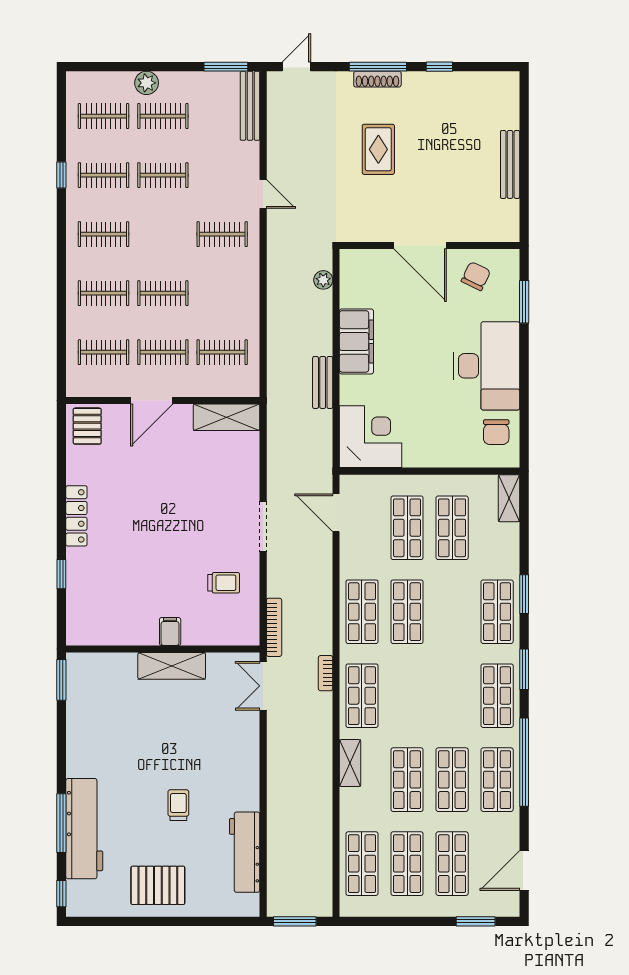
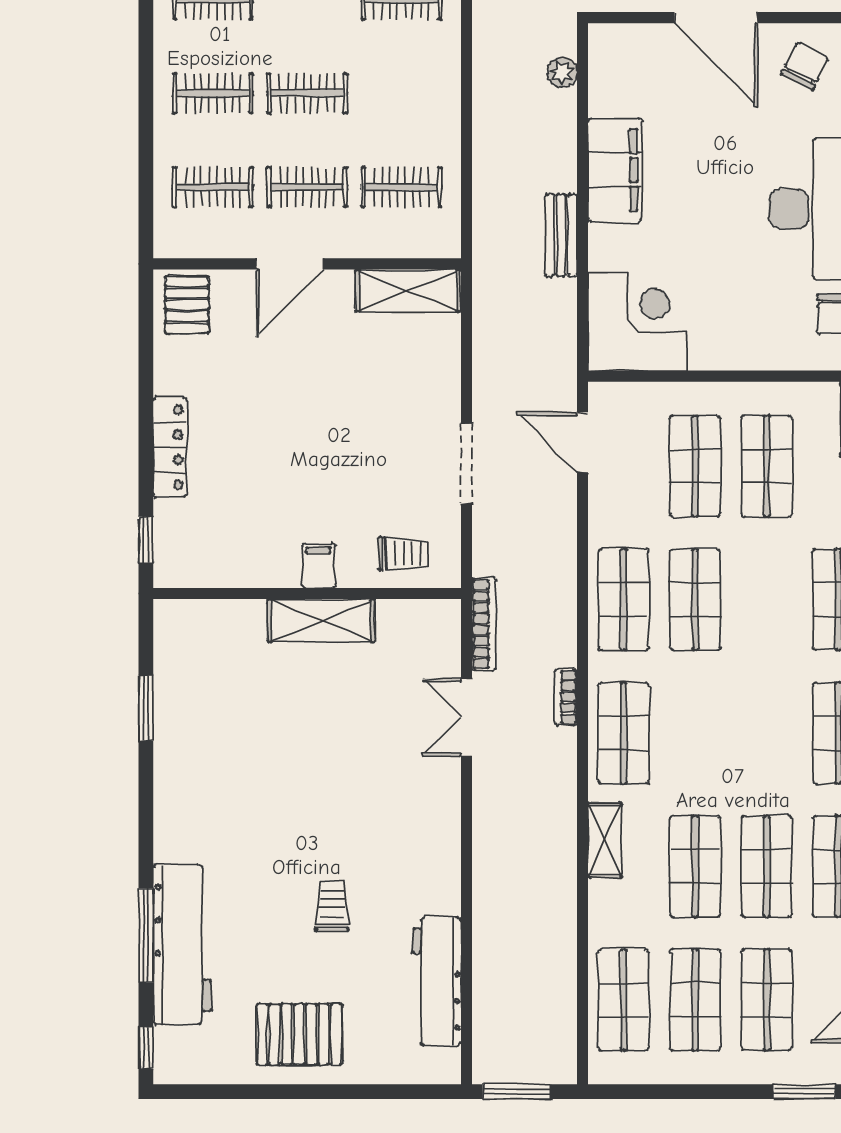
filing cabinet: (170, 632) -> (319, 566), moved
wall: (163, 649) -> (307, 594), moved
shelving: (172, 666) -> (321, 620), moved

